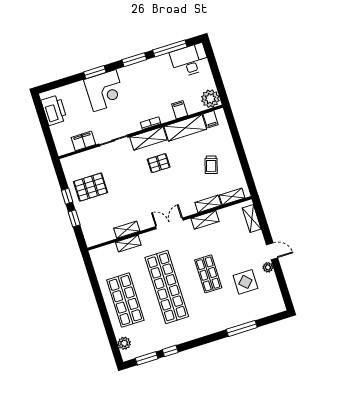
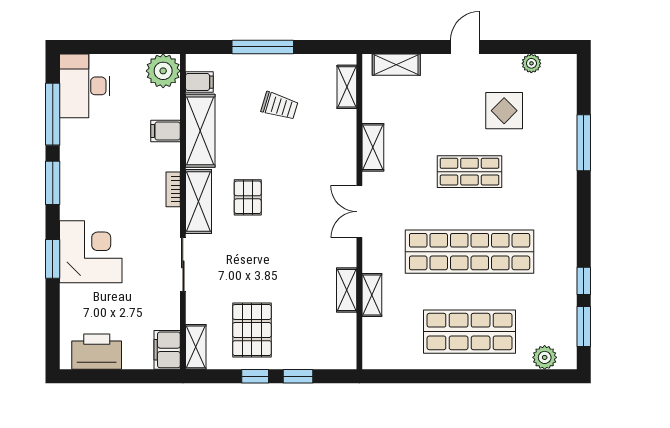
filing cabinet: (83, 141) -> (167, 350), moved
window: (239, 146) -> (263, 47), added
shelving: (208, 204) -> (196, 347), moved
plant: (268, 267) -> (531, 63), moved

